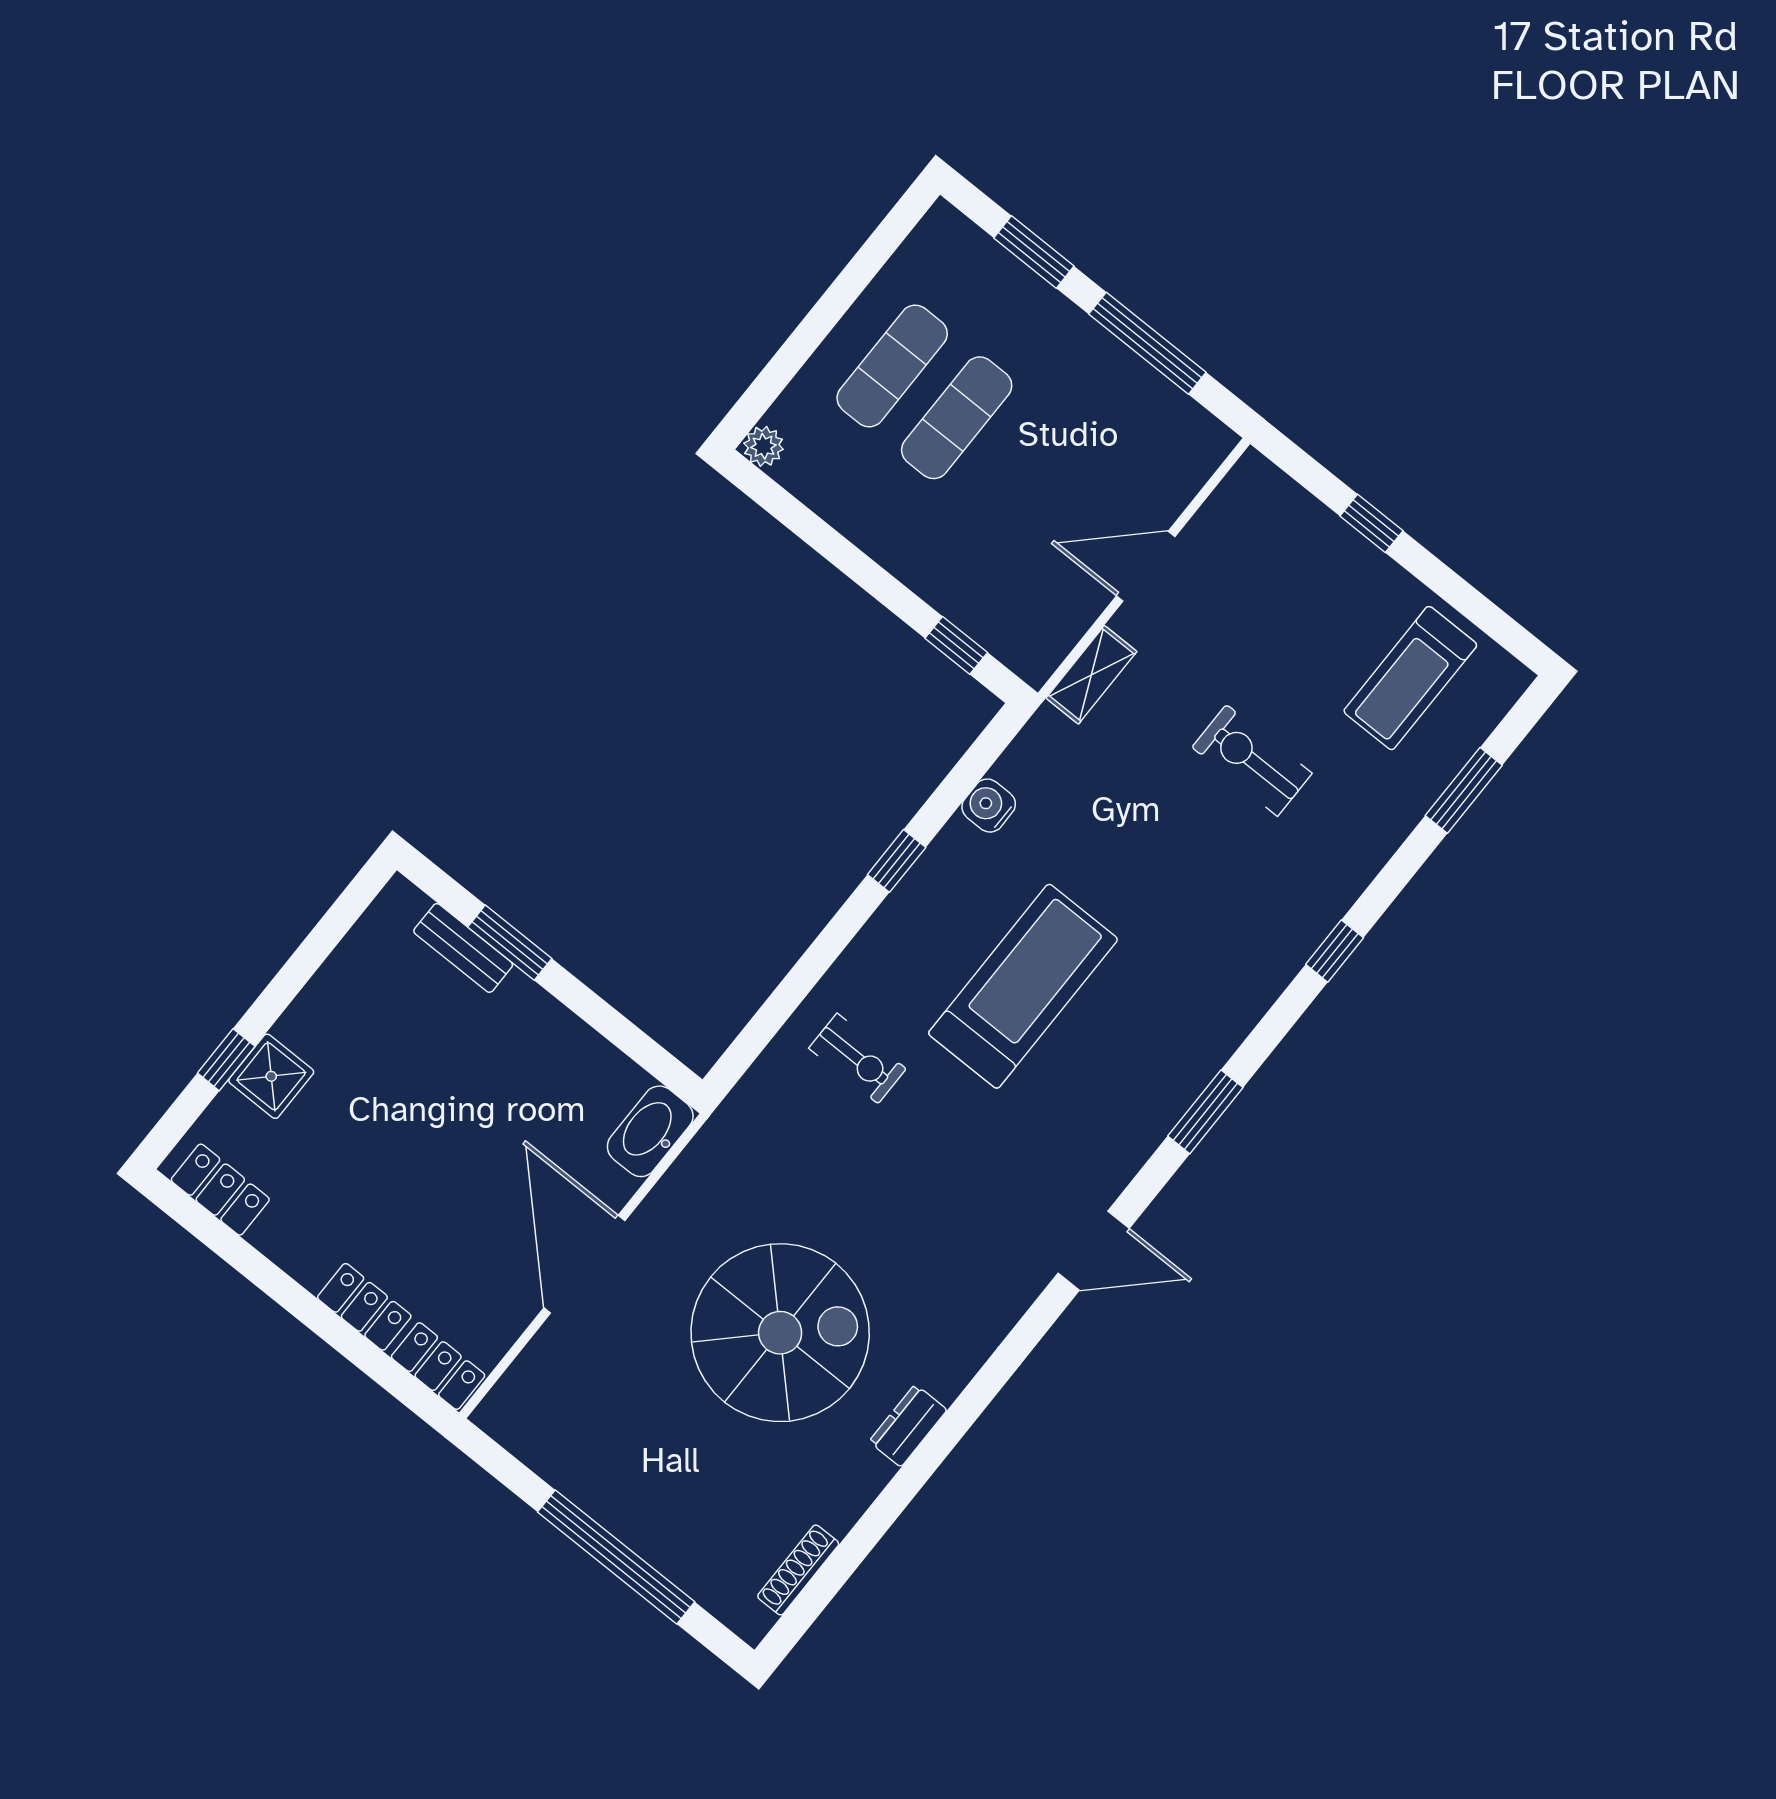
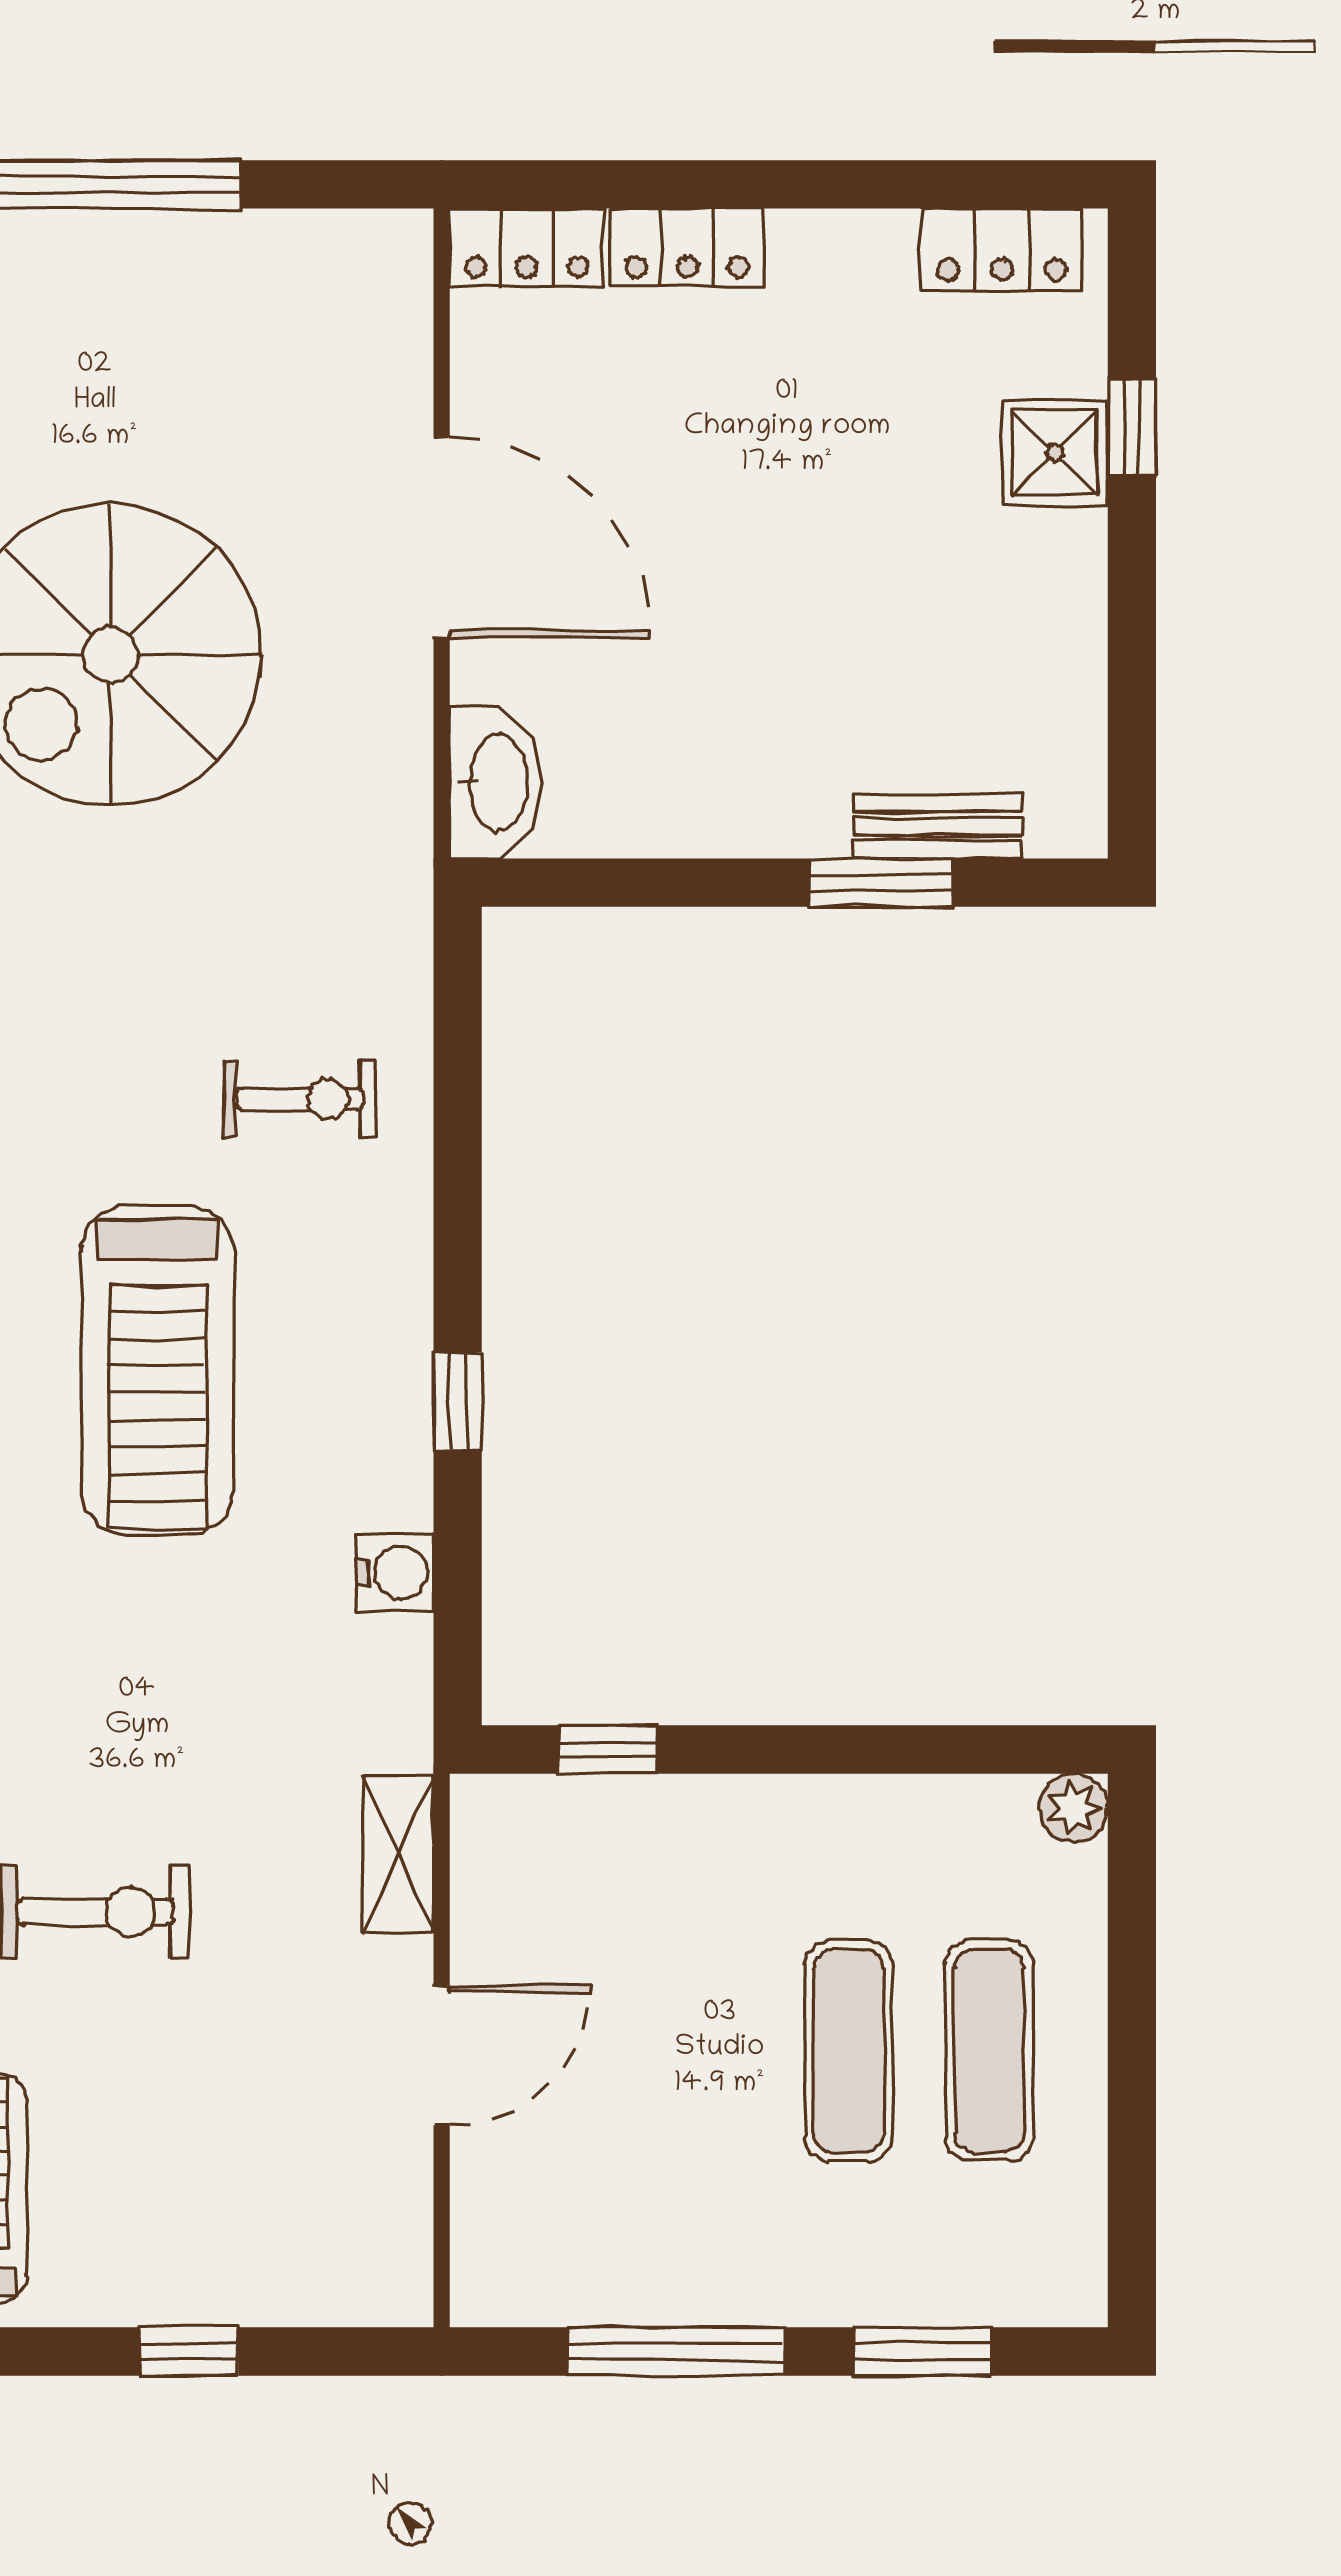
exercise bike: (857, 1058) -> (299, 1099), turned 180

